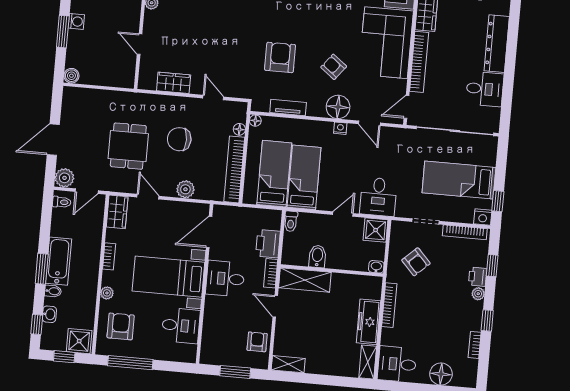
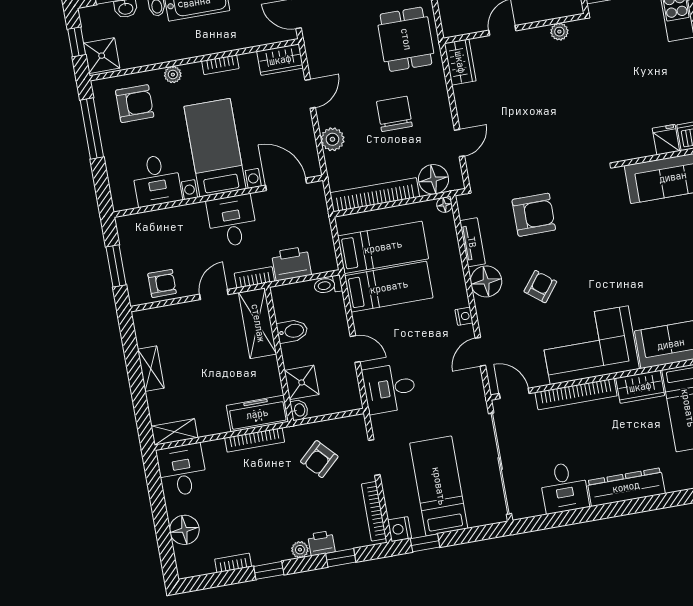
wardrobe: (174, 83) -> (460, 62), moved
floor lamp: (338, 107) -> (486, 281), moved
floor lamp: (239, 129) -> (433, 179), width x1.89, depth x1.89
dining table: (128, 146) -> (406, 39), moved, turned 90
shower: (376, 230) -> (302, 382), moved
freezer: (368, 322) -> (257, 414), moved
shelving: (288, 364) -> (151, 369), moved

